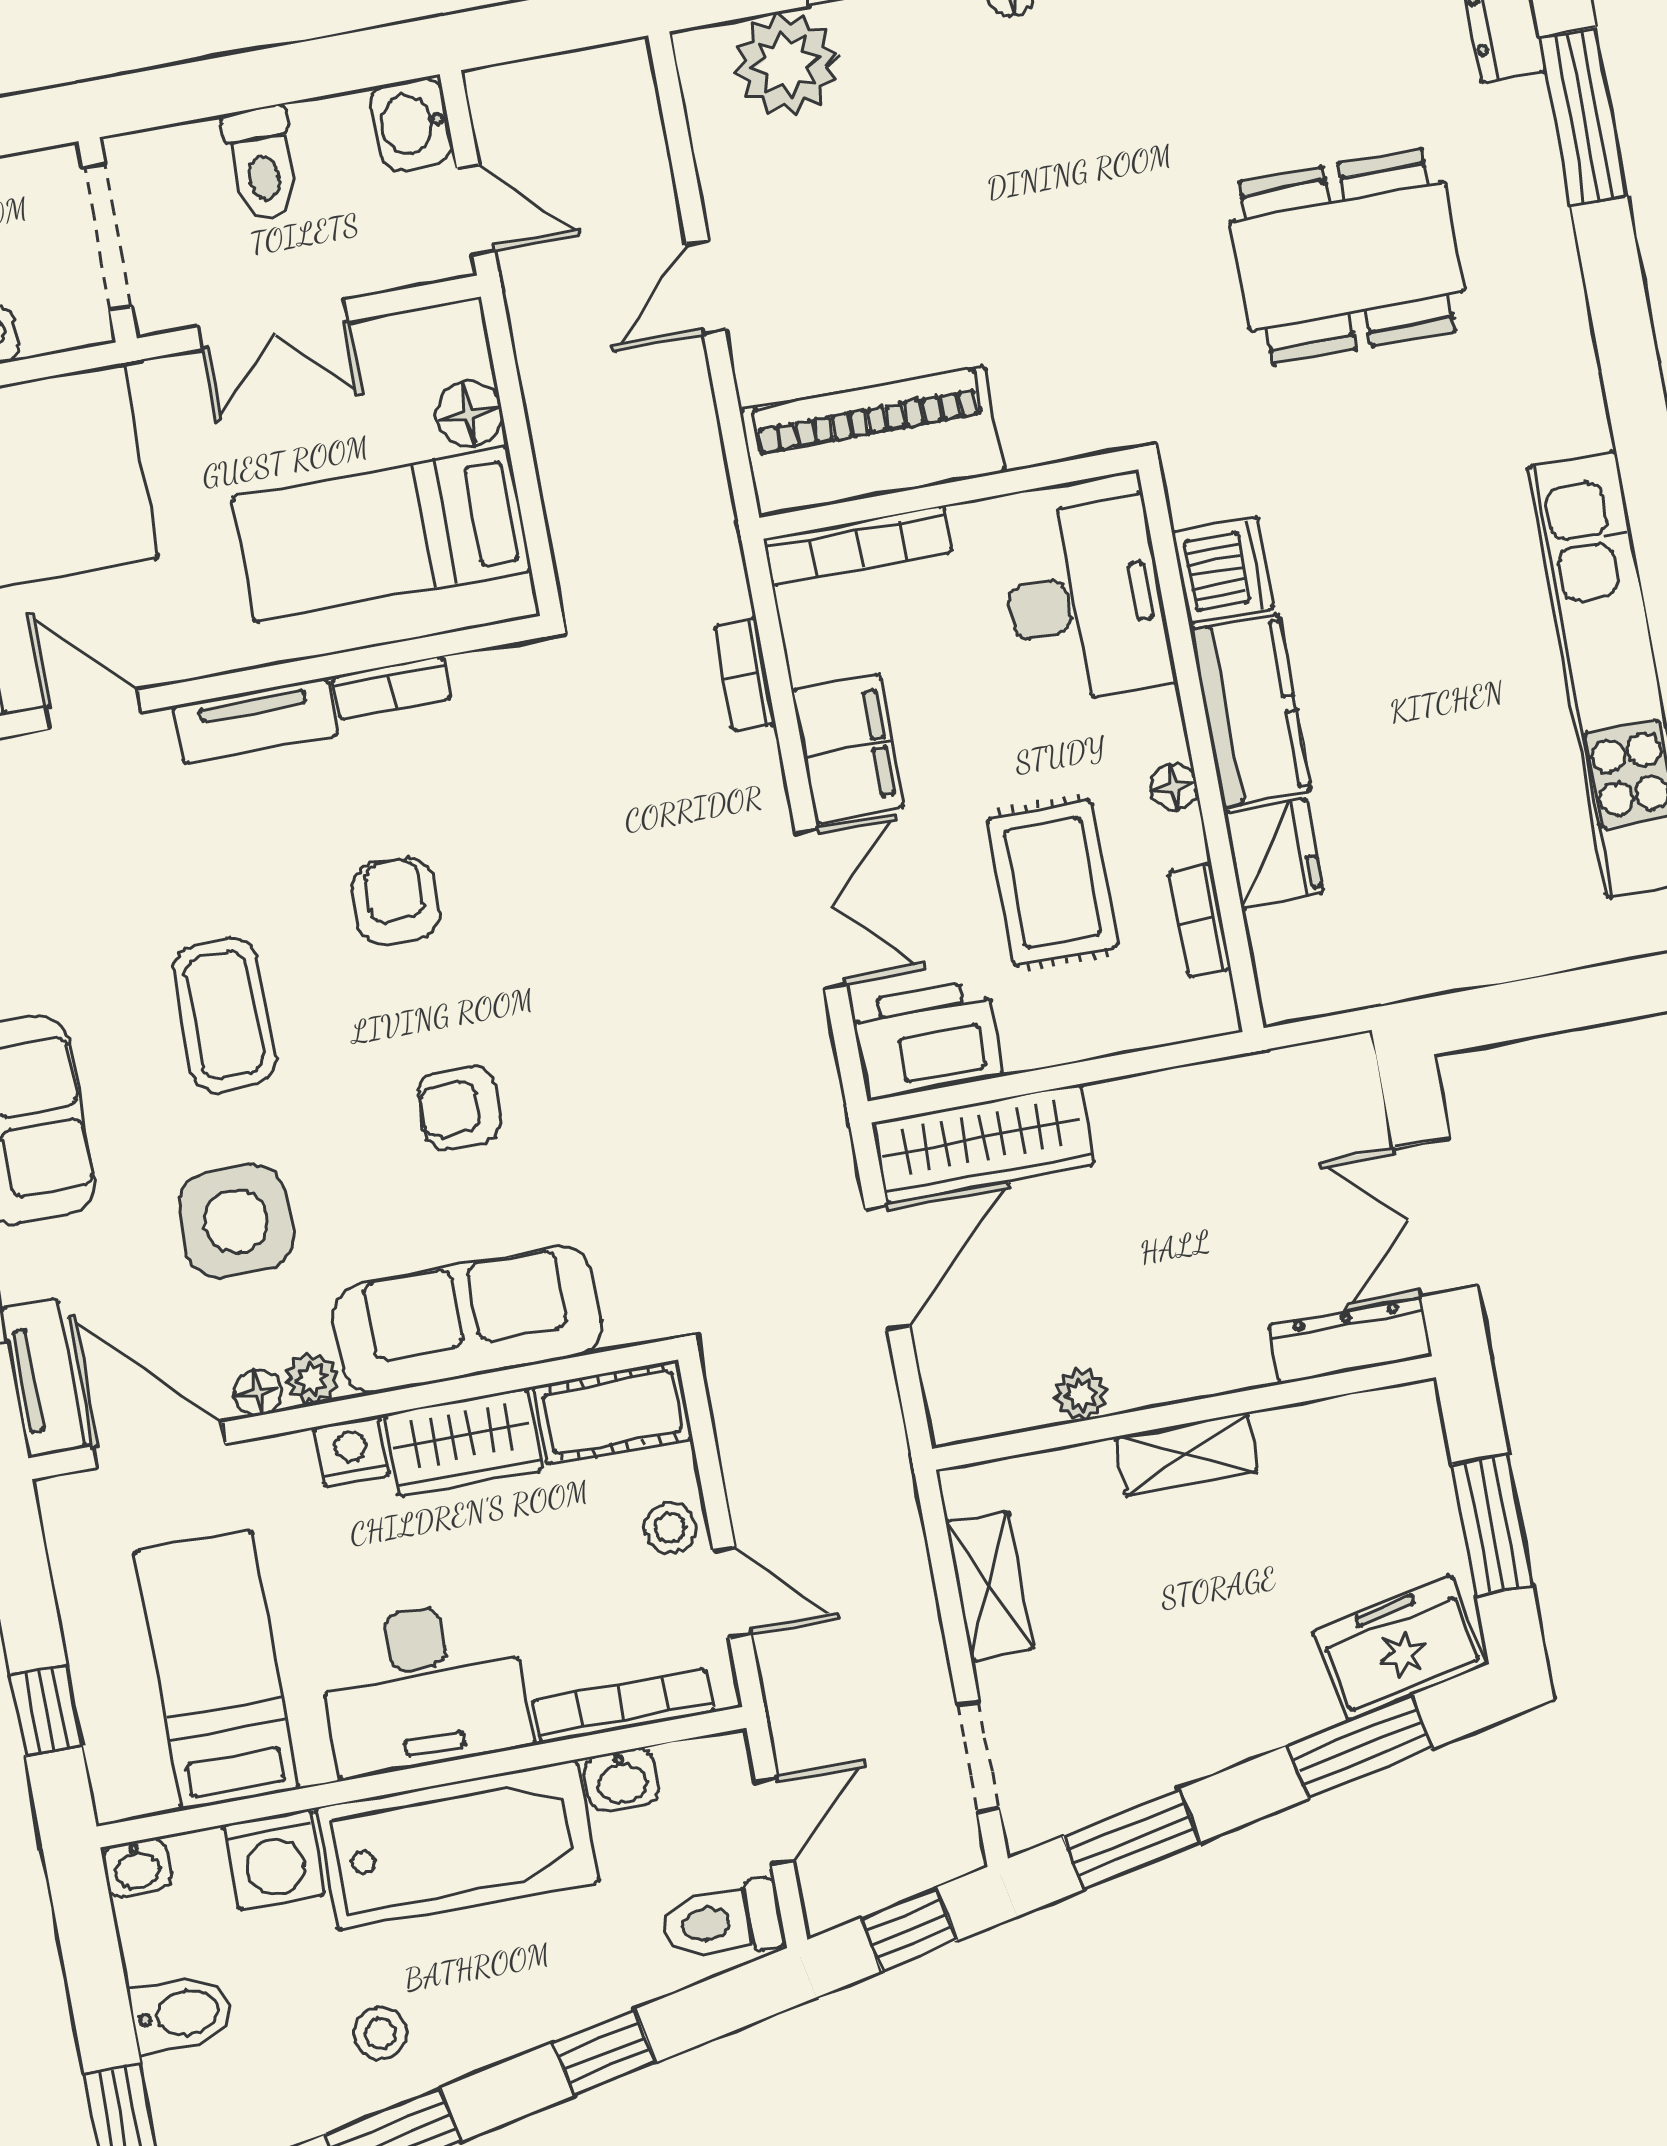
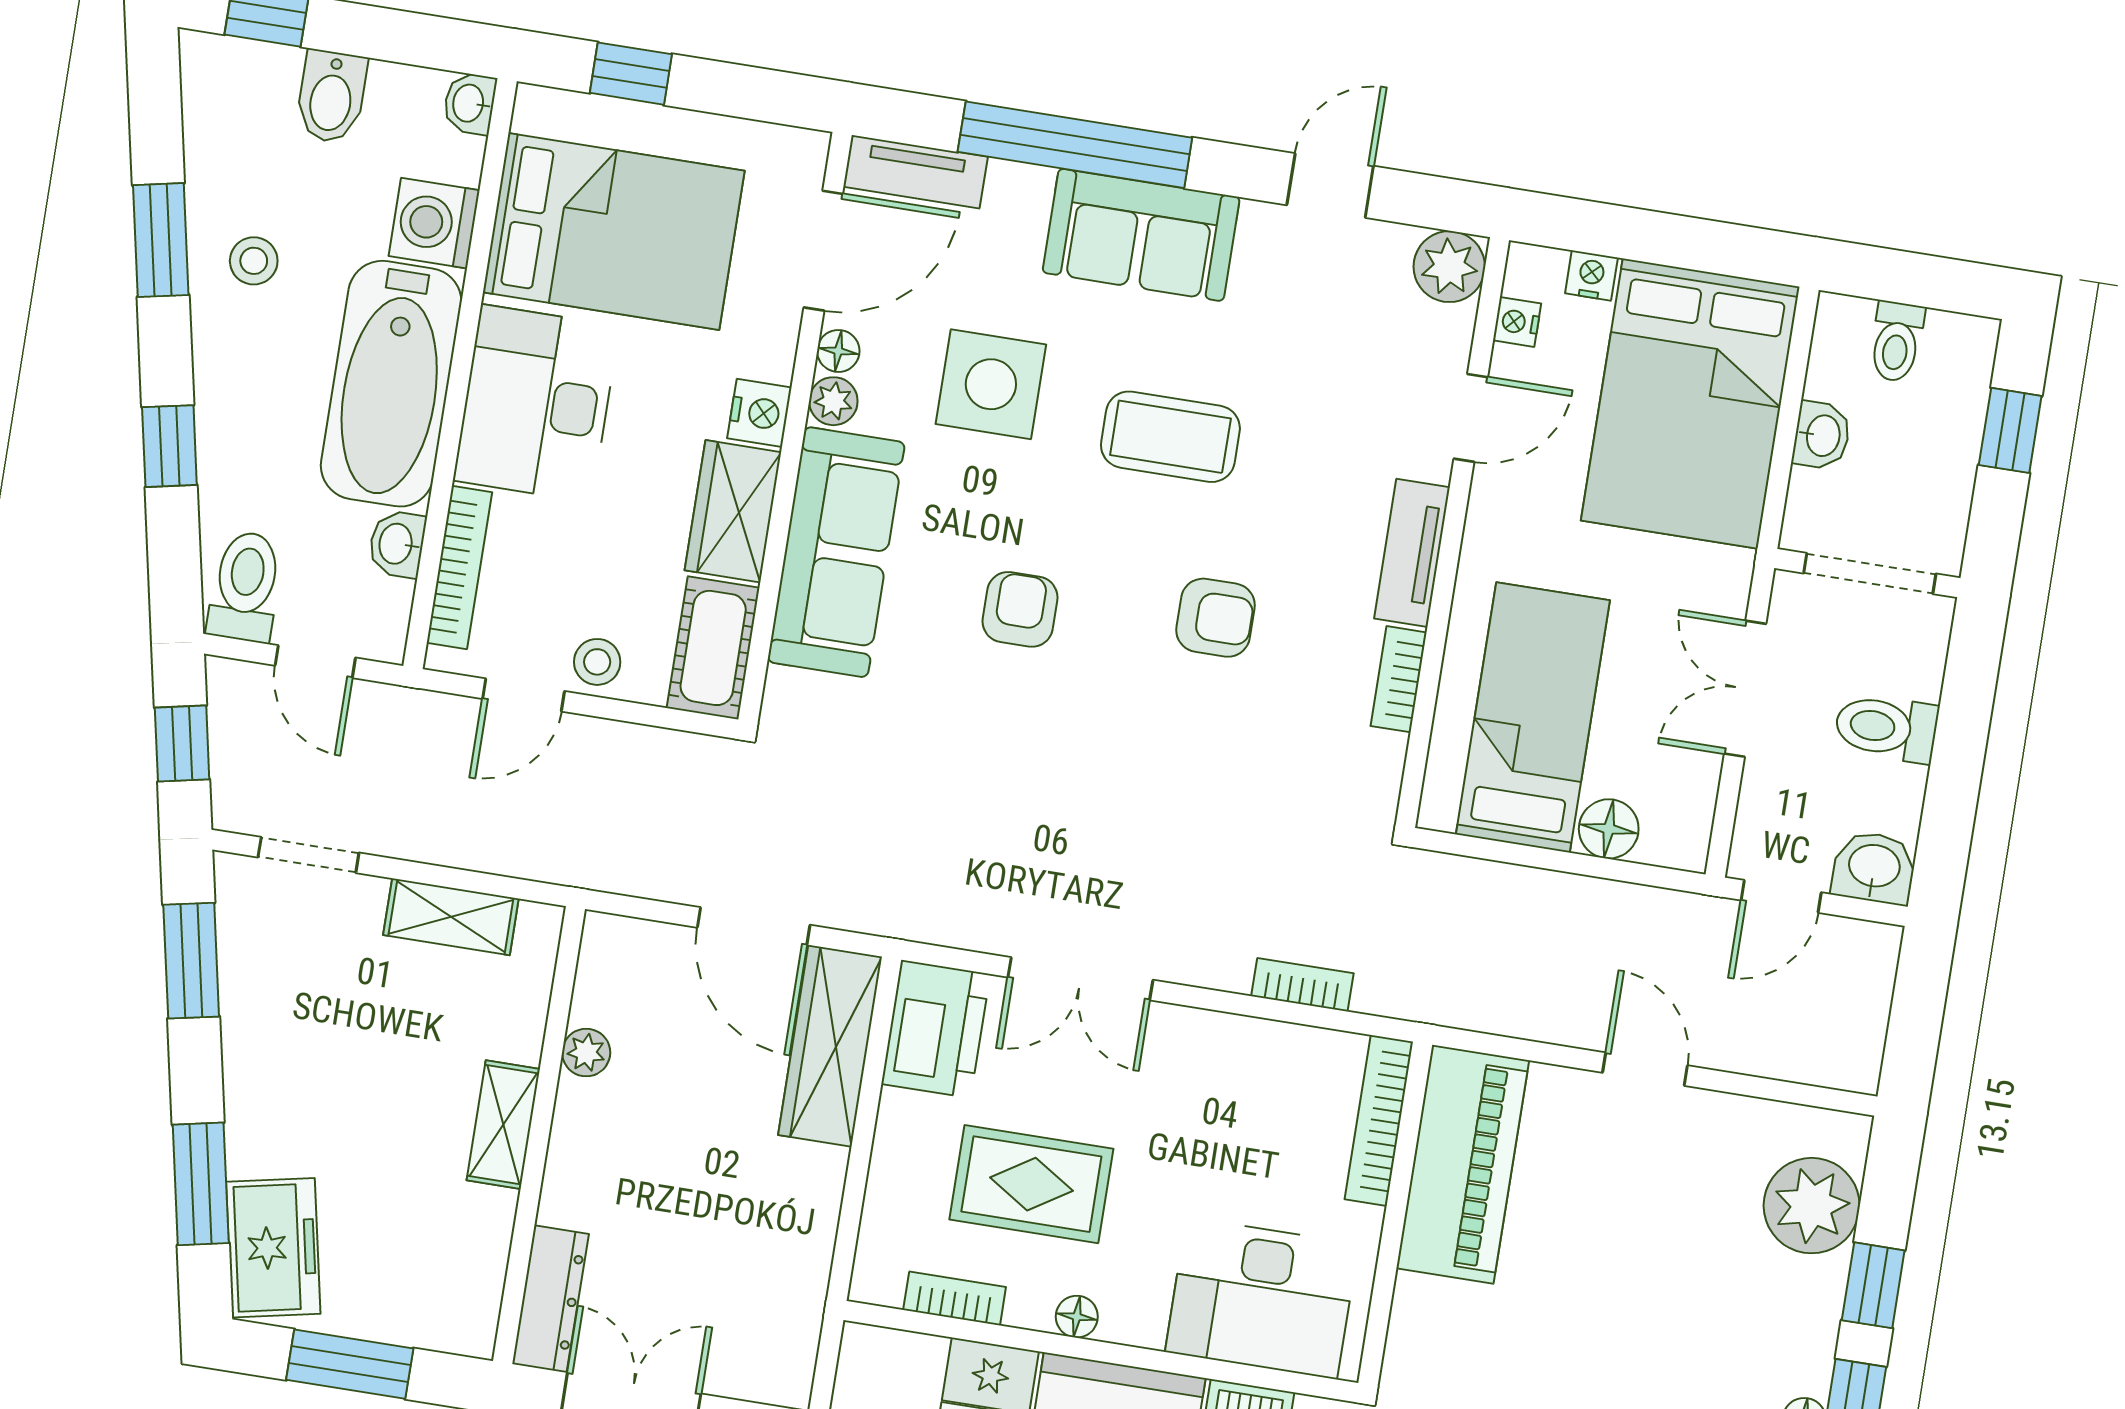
filing cabinet: (848, 749) -> (1208, 1050), removed
bed: (217, 1670) -> (614, 231), width x1.50

